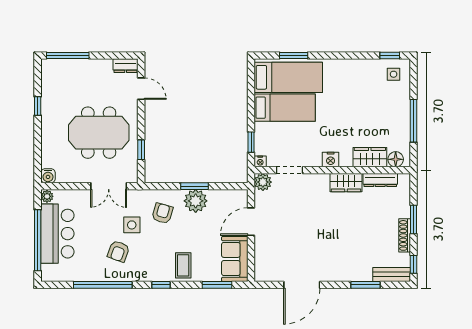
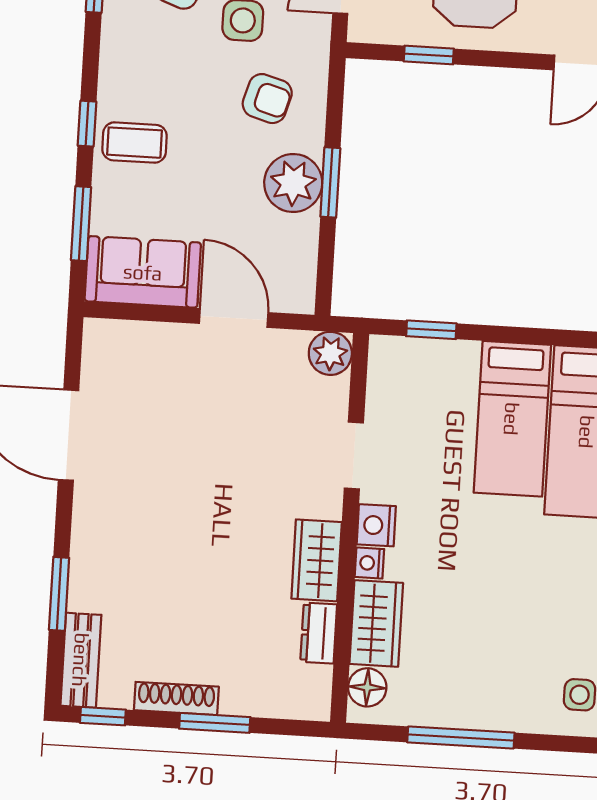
nightstand: (260, 161) -> (369, 563), moved
doorway: (290, 170) -> (354, 455), moved
dresser: (380, 180) -> (319, 633), width x0.70
window: (161, 285) -> (87, 124), moved

